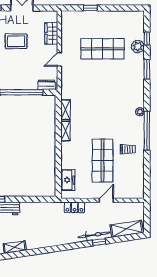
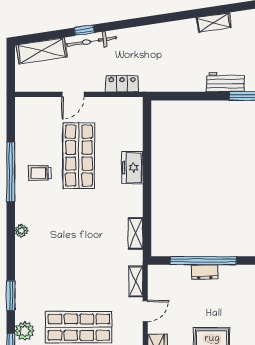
dresser: (47, 85) -> (205, 272), moved
shelving: (65, 131) -> (136, 281), moved
window: (147, 131) -> (11, 172), moved
freezer: (68, 180) -> (132, 168), moved

